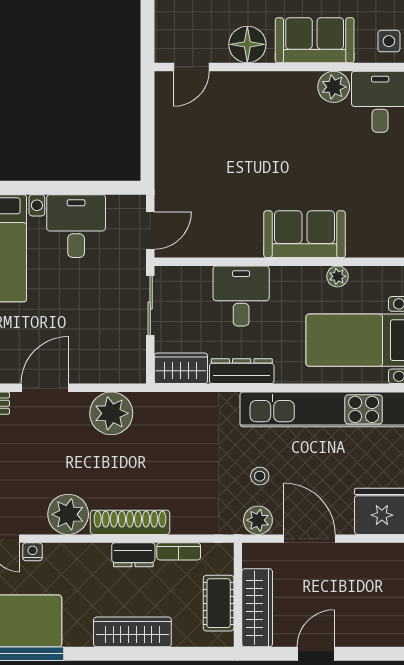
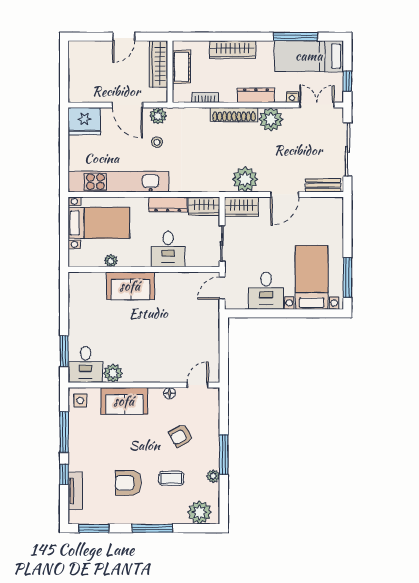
floor lamp: (247, 44) -> (169, 393), width x0.53, depth x0.53
wardrobe: (118, 367) -> (241, 207), added
dresser: (133, 555) -> (256, 95), moved, width x1.44

